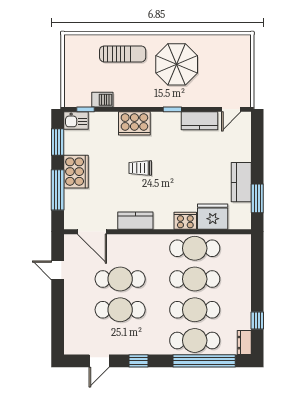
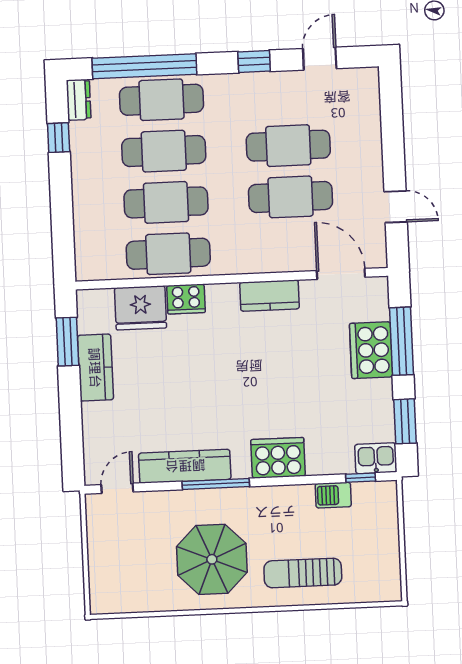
window: (172, 109) -> (216, 484), width x2.17
kitchen counter: (199, 121) -> (185, 466), width x1.50
trolley: (140, 168) -> (265, 384), removed
cooker: (76, 172) -> (371, 350), moved

